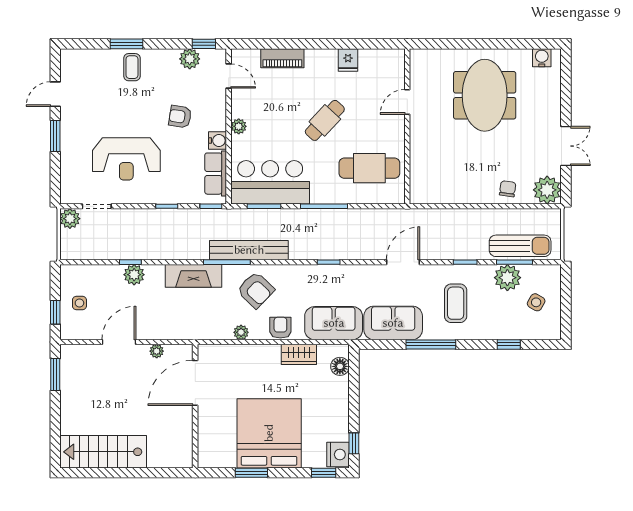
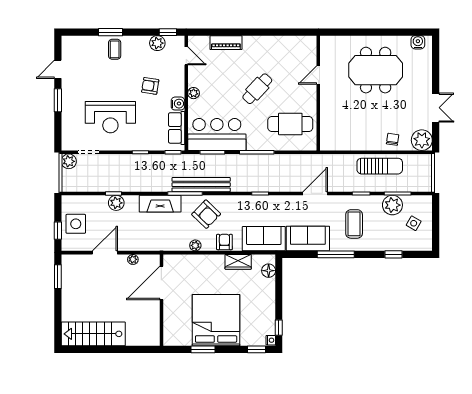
fridge: (348, 60) -> (274, 44), removed
meeting table: (485, 95) -> (376, 70), turned 90
sun lounger: (520, 246) -> (380, 166), moved
side table: (79, 303) -> (76, 224), width x1.87, depth x1.87
nightstand: (338, 454) -> (271, 340), width x0.53, depth x0.56

